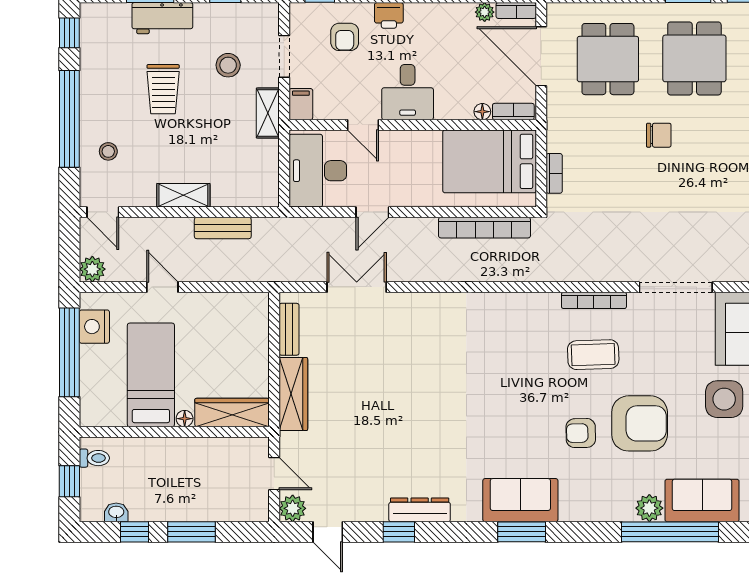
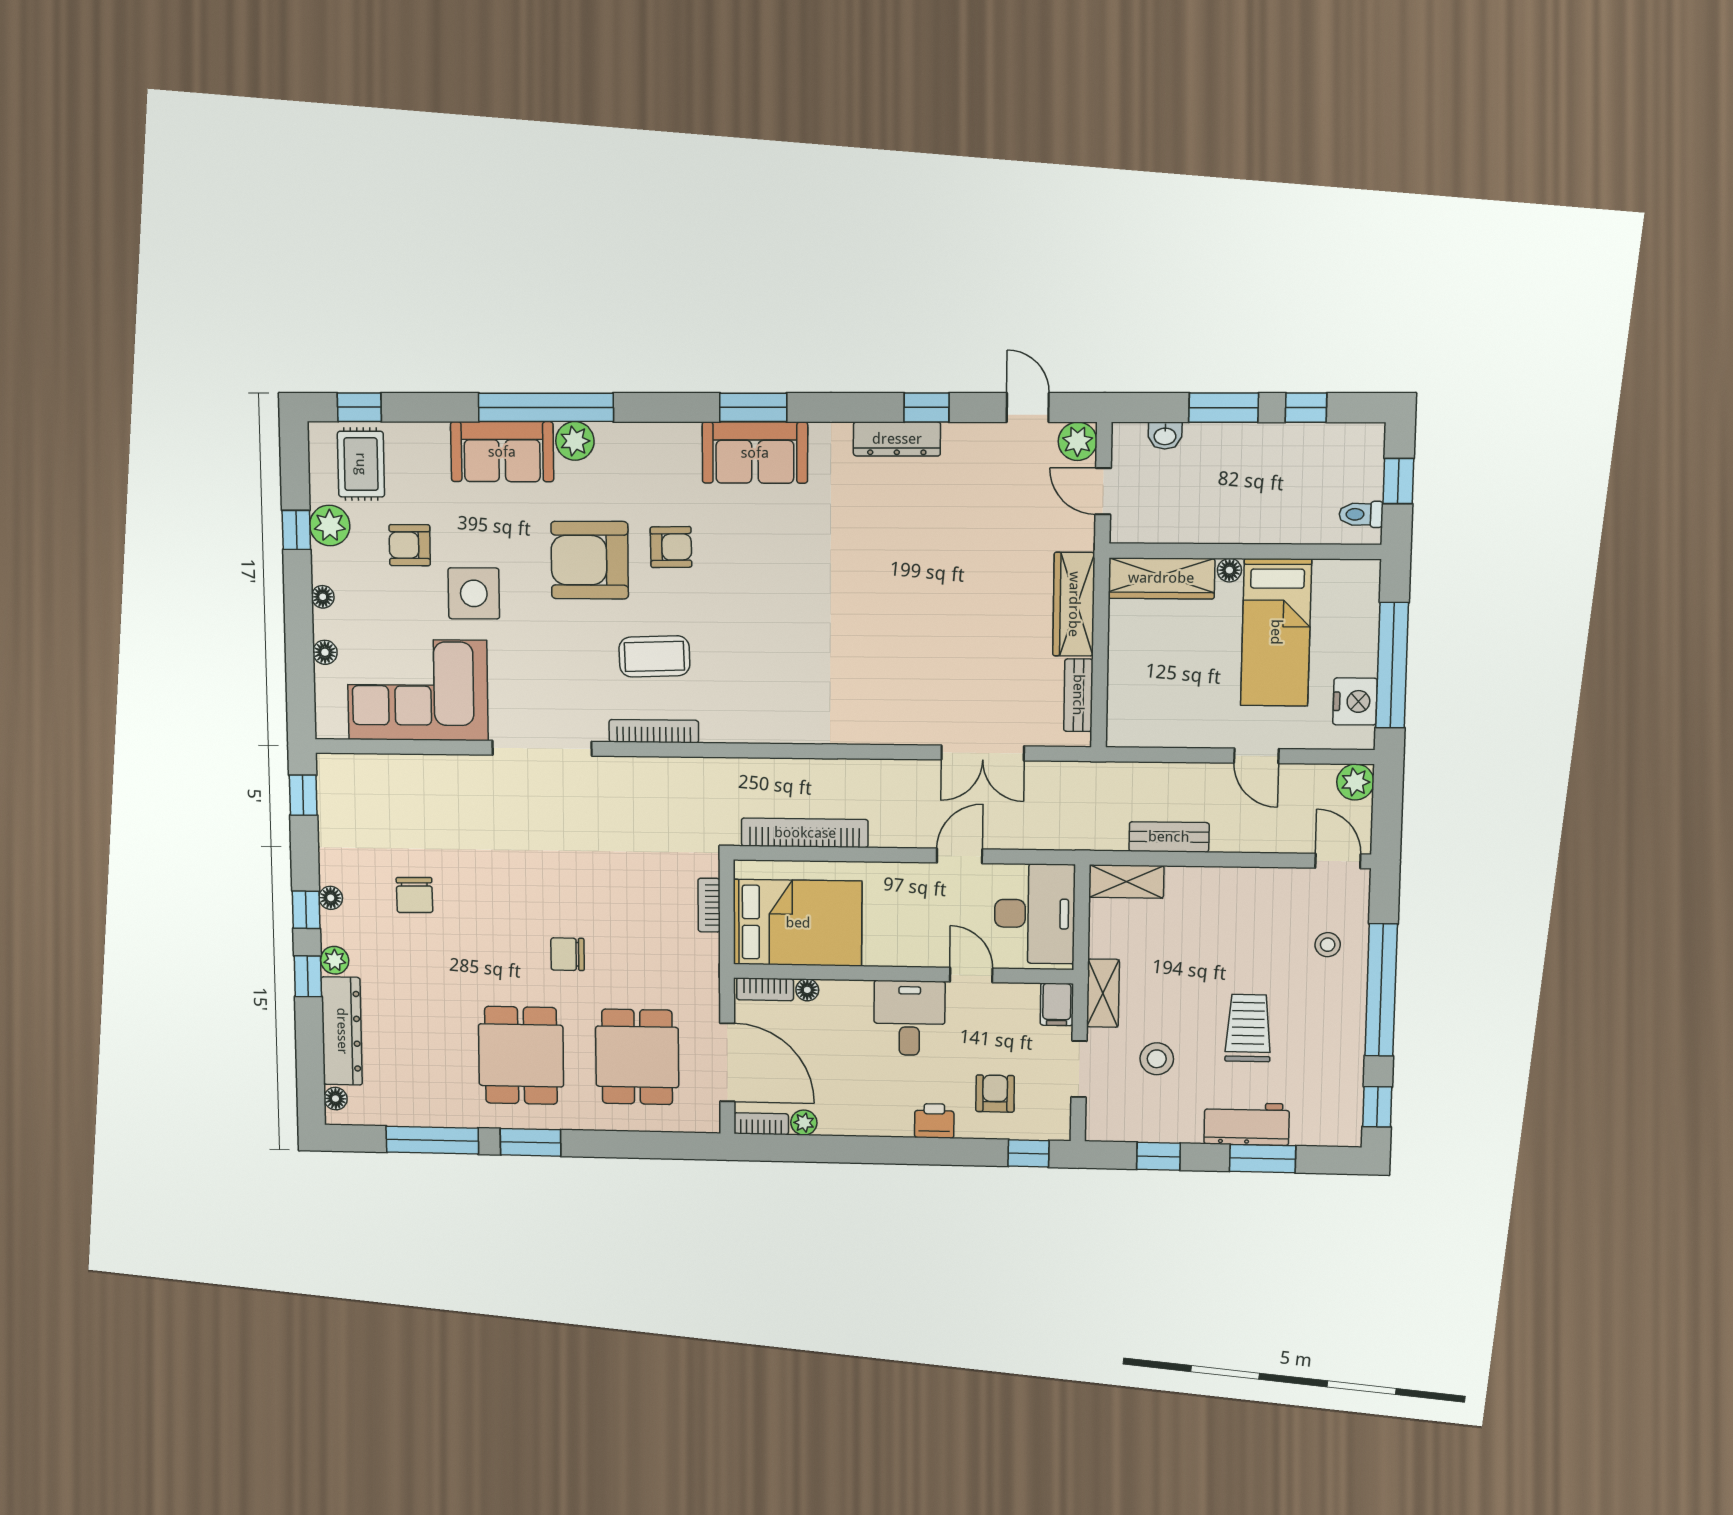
shelving: (183, 195) -> (1126, 881), moved
washbasin: (116, 512) -> (1165, 436), moved

